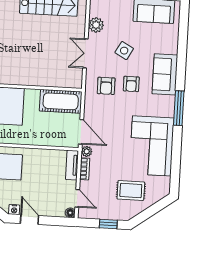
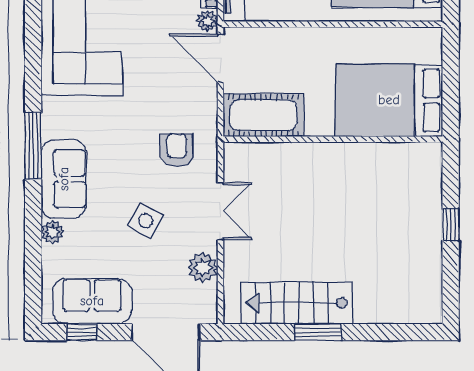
plant: (172, 48) -> (52, 232), added
armchair: (131, 84) -> (128, 157), removed
window: (179, 108) -> (33, 146), moved

